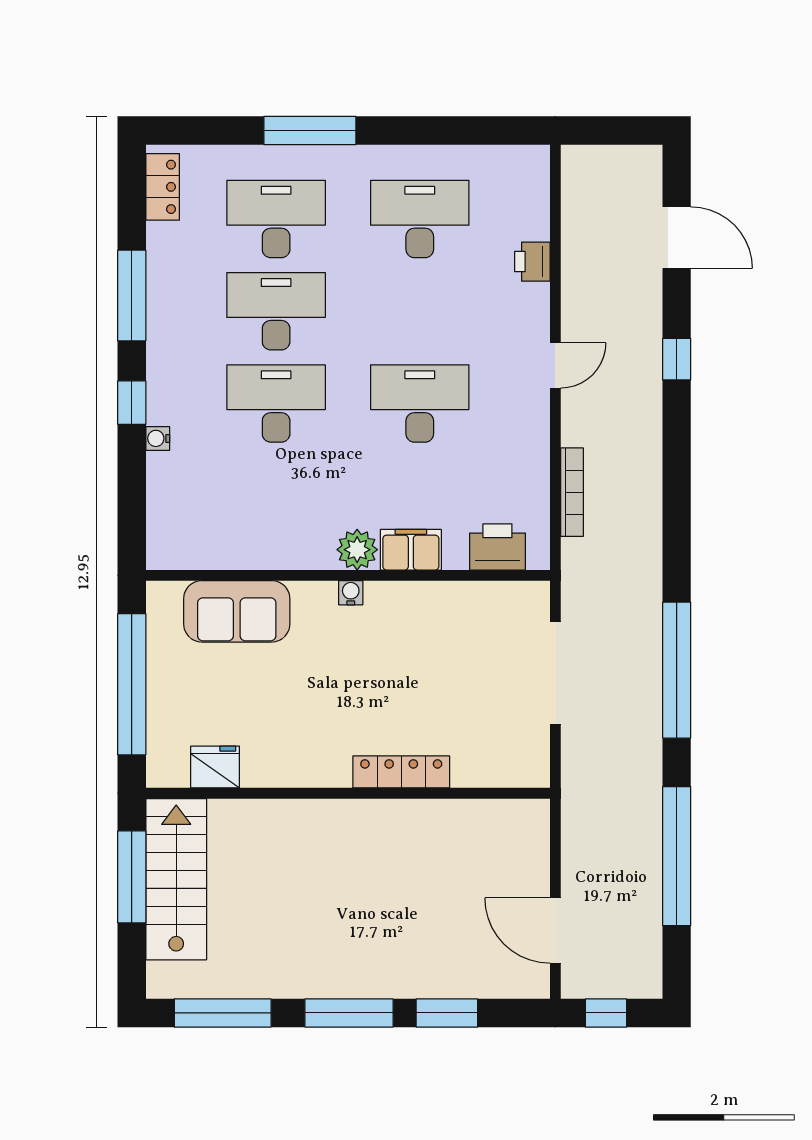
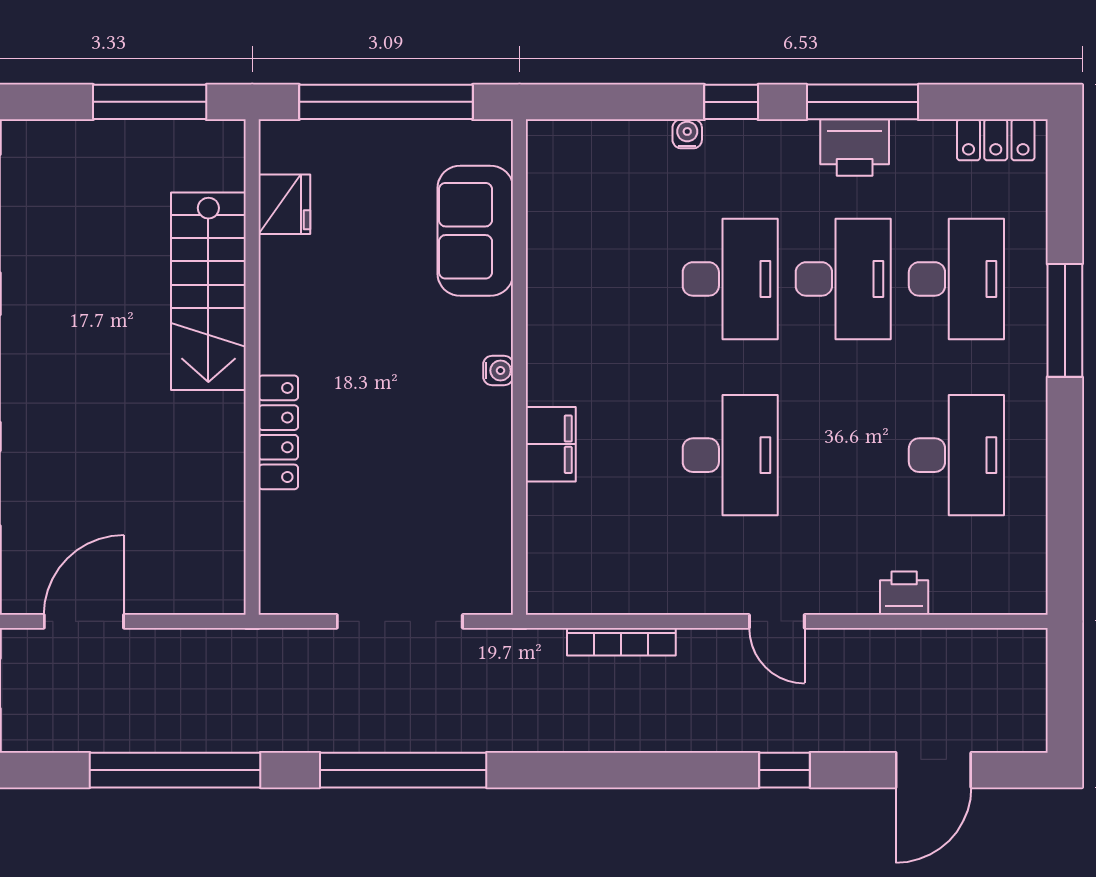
printer: (497, 547) -> (855, 147), moved, turned 90
plant: (357, 550) -> (551, 378), removed
stairs: (176, 879) -> (208, 291), moved, turned 90

